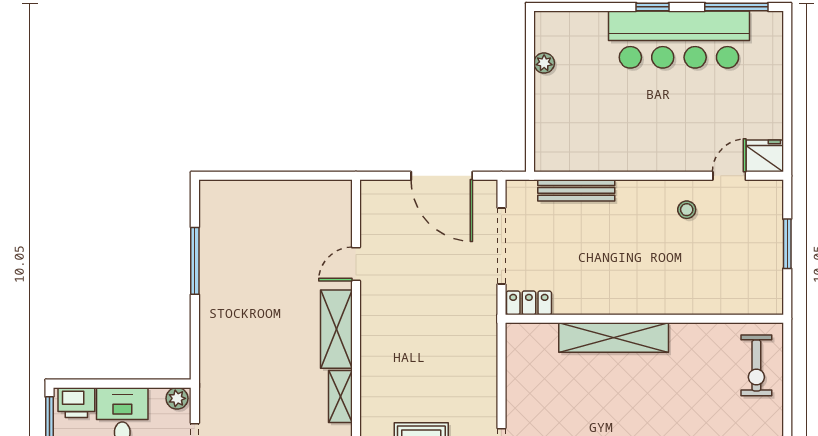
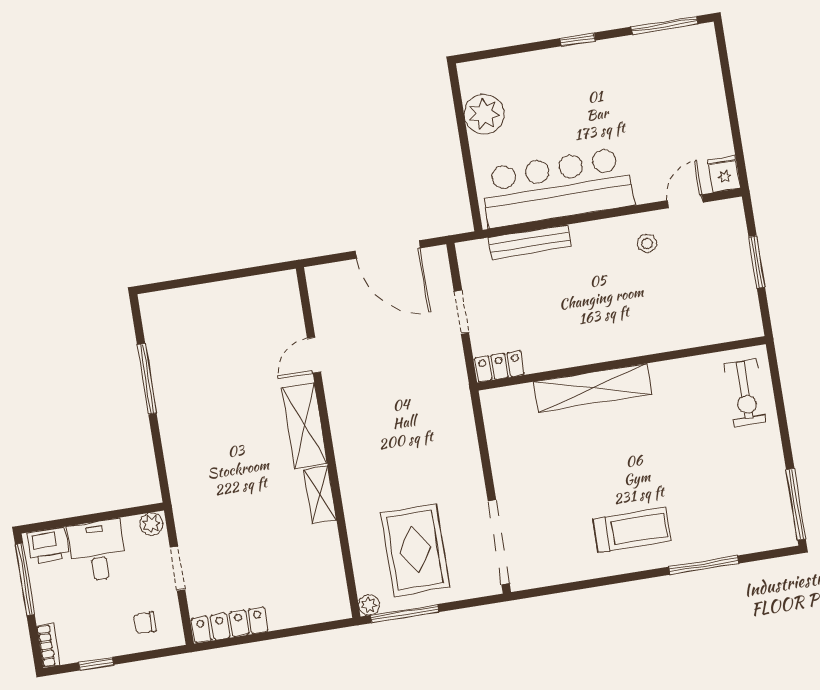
bar counter: (679, 40) -> (557, 188), moved, turned 180
plant: (544, 63) -> (484, 114), width x1.88, depth x1.88
fridge: (765, 156) -> (724, 174), width x0.72
doorway: (501, 246) -> (461, 312), width x0.53

